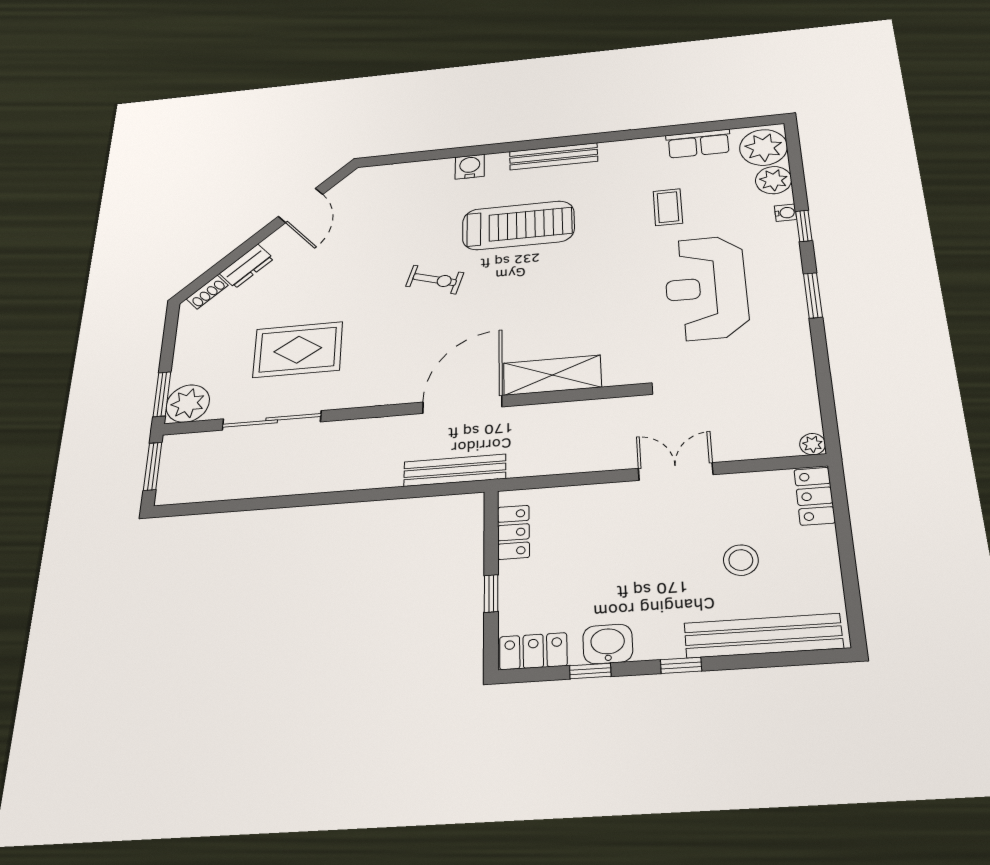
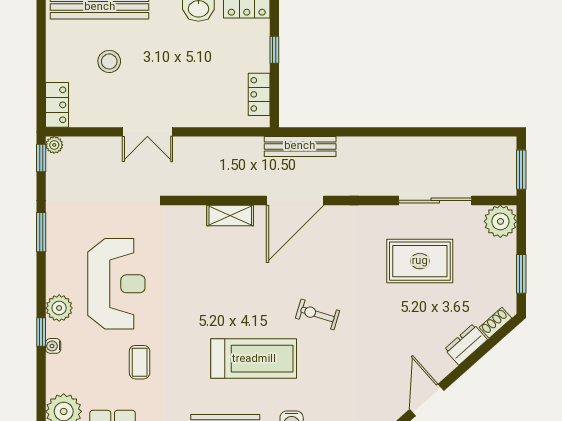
plant: (774, 180) -> (59, 308), moved
treadmill: (518, 225) -> (254, 359), turned 180
window: (813, 295) -> (41, 232), moved
shelving: (552, 375) -> (230, 216), width x0.67, depth x0.75
window: (162, 394) -> (521, 274), moved
window: (830, 426) -> (41, 158), added

